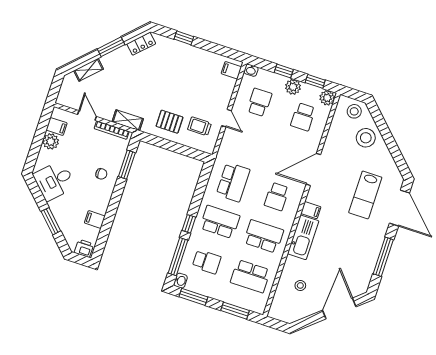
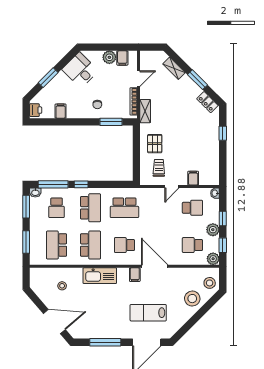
filing cabinet: (231, 70) -> (193, 178), moved
filing cabinet: (311, 210) -> (135, 275), moved

